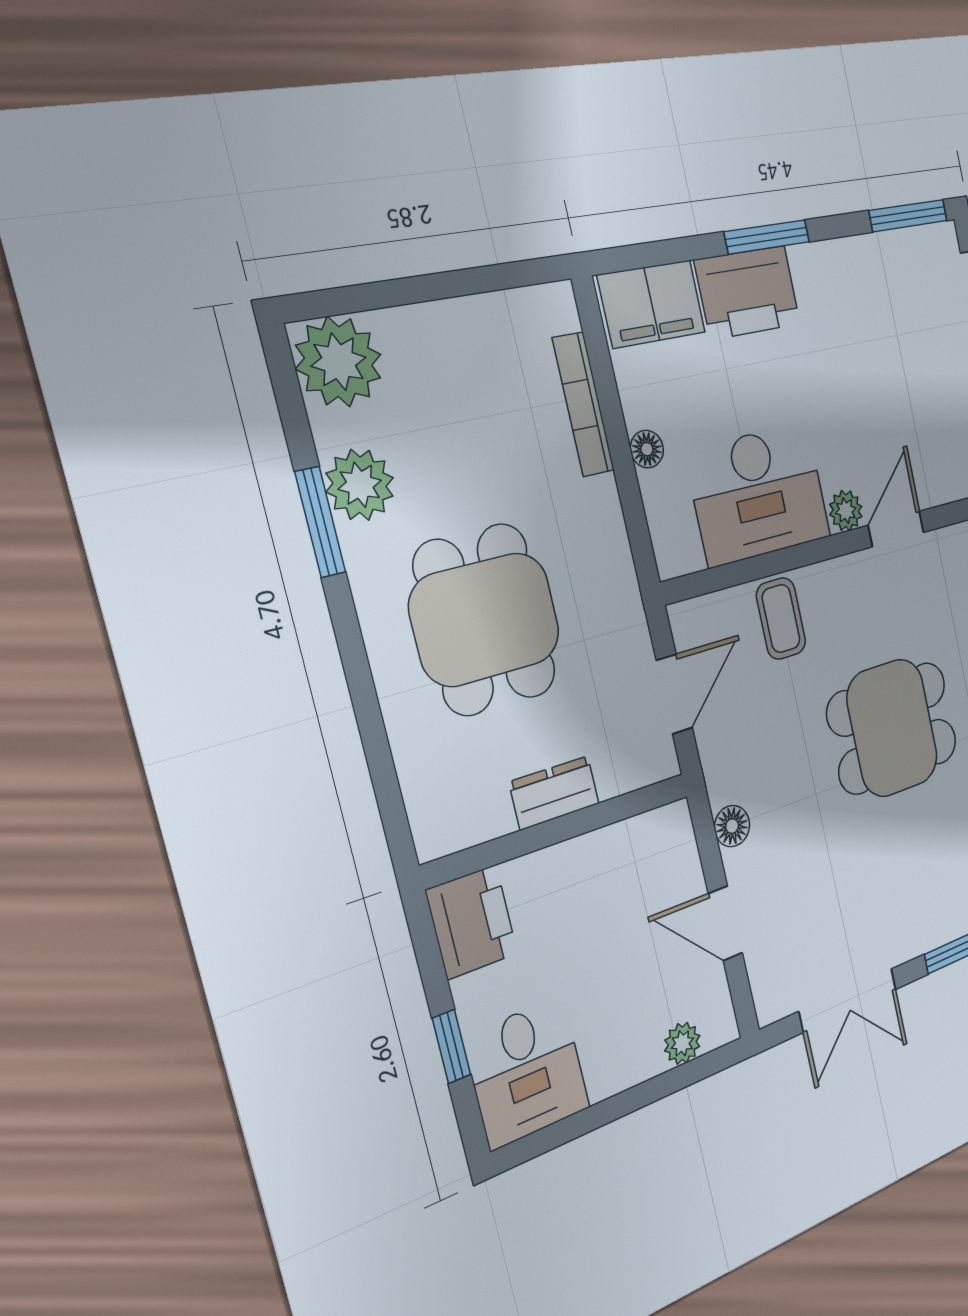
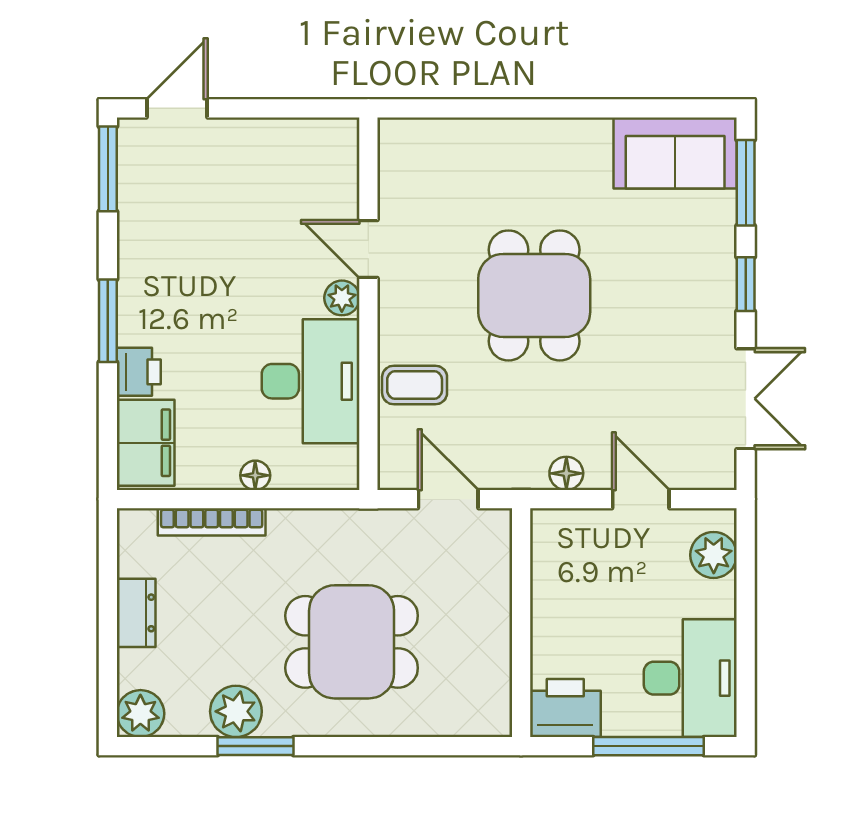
printer: (748, 292) -> (139, 372), width x0.53, depth x0.68
plant: (339, 362) -> (140, 714), width x0.73, depth x0.73
dresser: (554, 793) -> (136, 613), moved, turned 180
door: (725, 923) -> (641, 499), swing flipped
plant: (682, 1043) -> (714, 555), width x1.38, depth x1.38
window: (451, 1047) -> (648, 746), width x2.17
desk: (527, 1073) -> (690, 678), width x1.37

